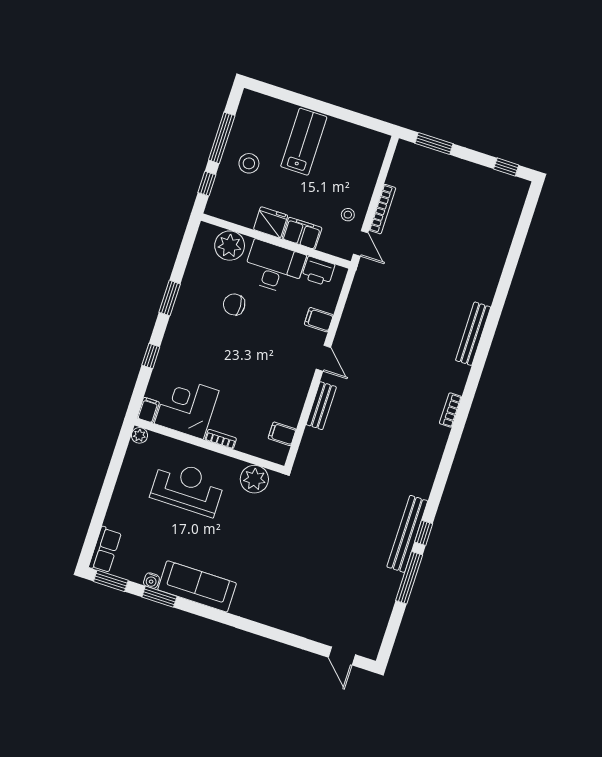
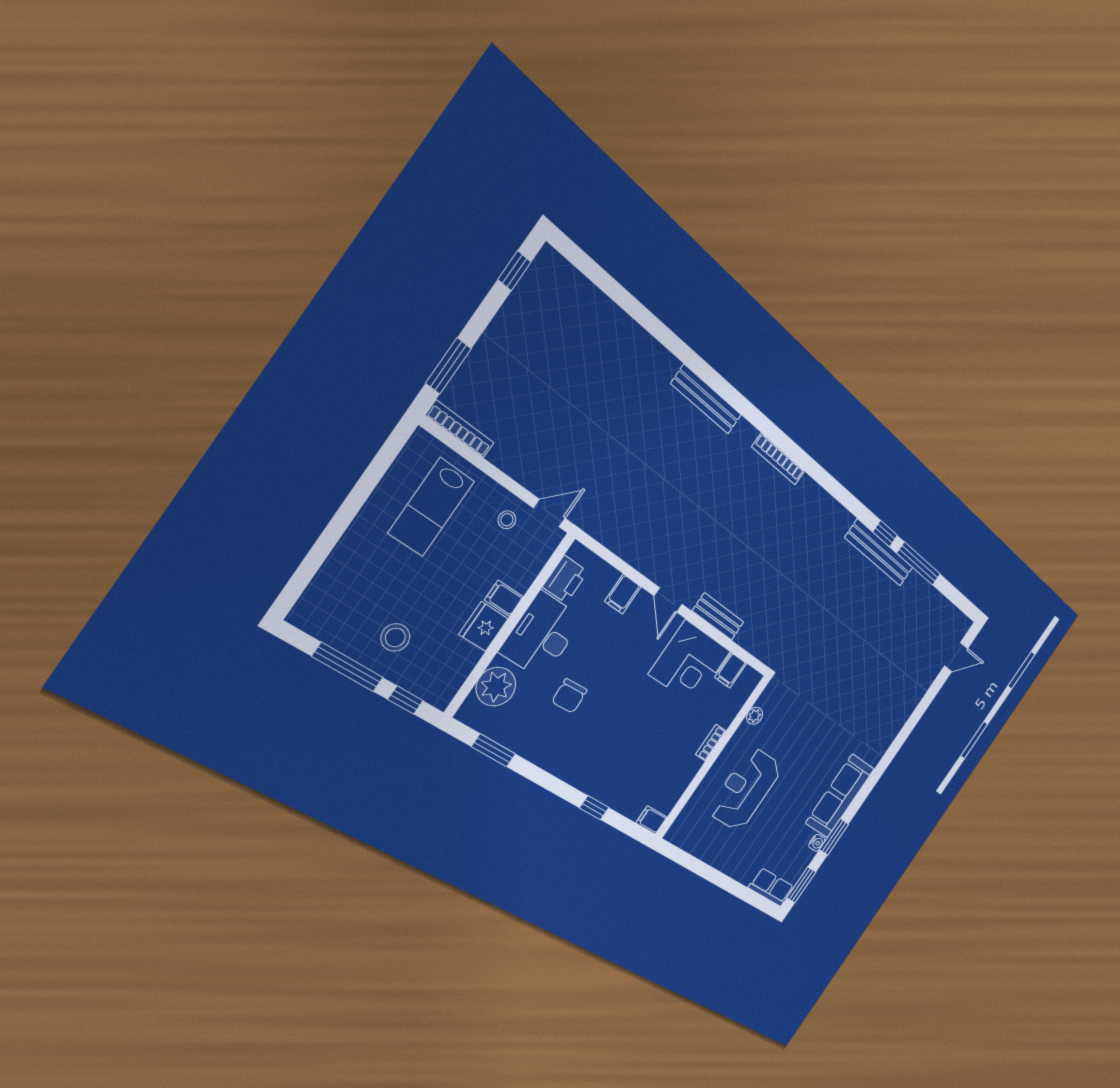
lab bench: (304, 142) -> (431, 507), moved, turned -90
bookcase: (383, 209) -> (460, 429), moved
filing cabinet: (302, 233) -> (504, 598), width x0.50
window: (170, 298) -> (494, 750), moved
door: (323, 358) -> (668, 600), swing flipped
corner desk: (187, 407) -> (690, 663), moved, turned -90
bookcase: (451, 410) -> (778, 459), width x1.56
plant: (139, 435) -> (674, 834), removed
plant: (254, 479) -> (754, 716), width x0.53, depth x0.53

